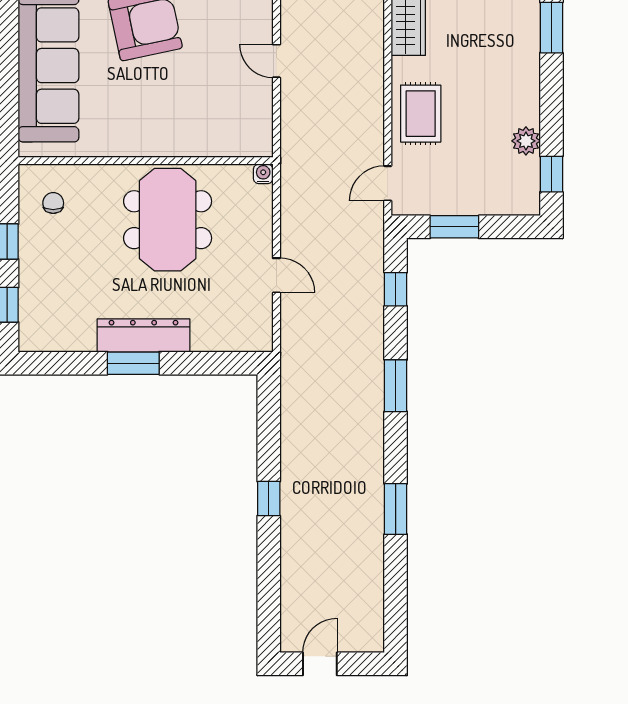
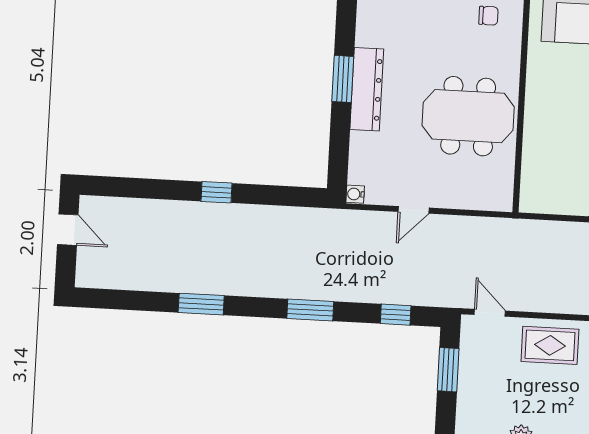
water cooler: (263, 174) -> (355, 194), moved, turned 180

